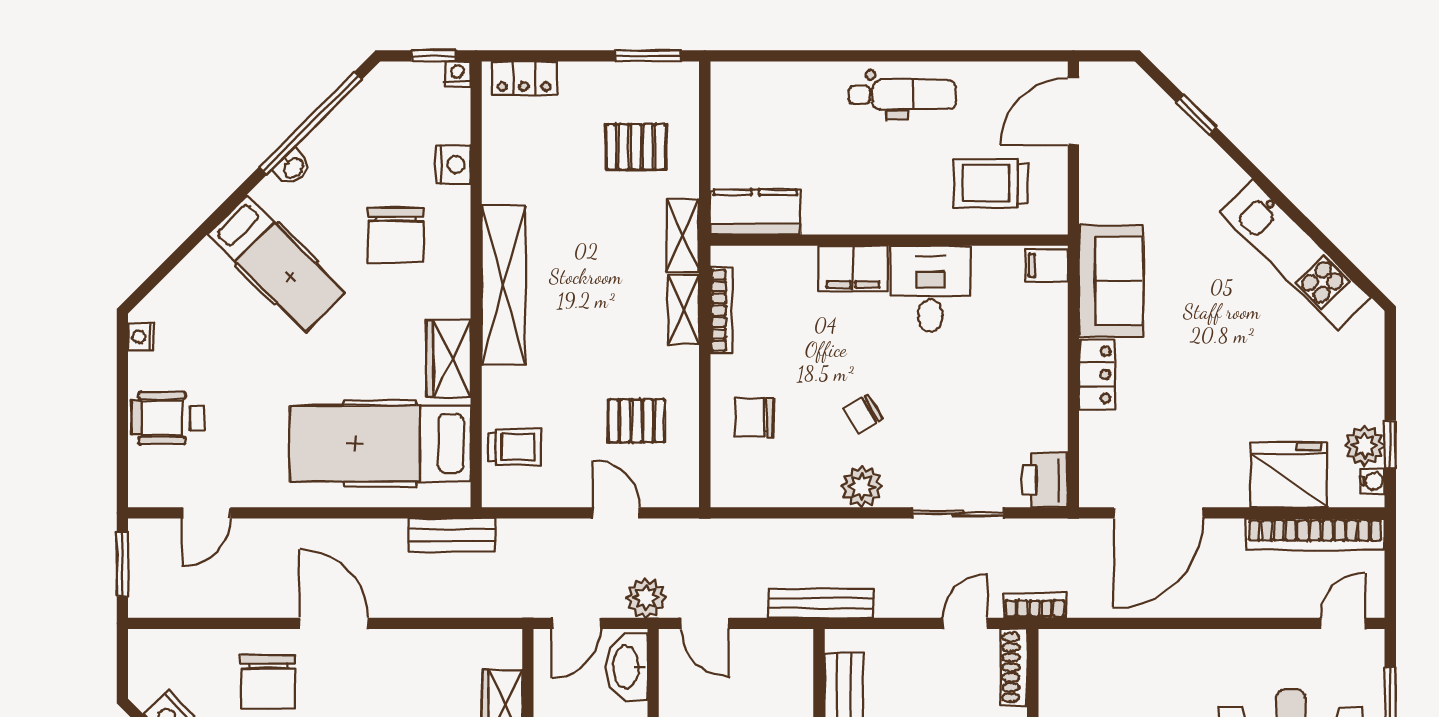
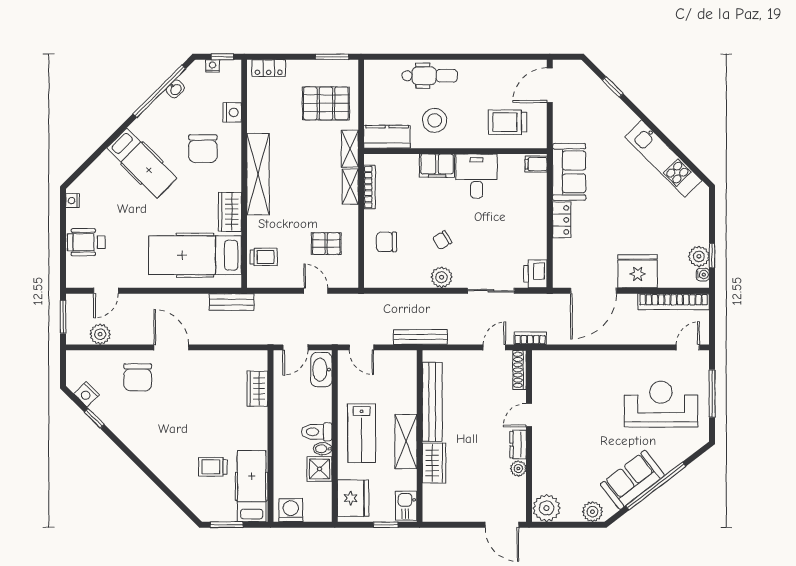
nightstand: (458, 74) -> (213, 66), moved
dental chair: (903, 95) -> (430, 76), moved
pallet: (636, 147) -> (326, 103), width x1.50, depth x1.42
washbasin: (293, 167) -> (175, 89), moved
stool: (848, 180) -> (435, 120), added
fridge: (1289, 475) -> (638, 271), moved
plant: (646, 598) -> (100, 334), moved

